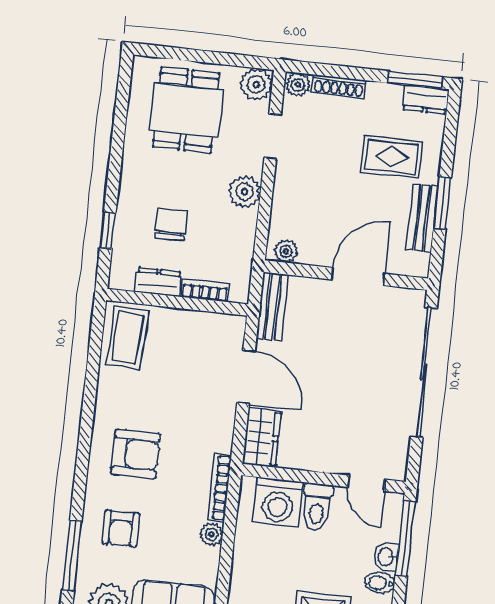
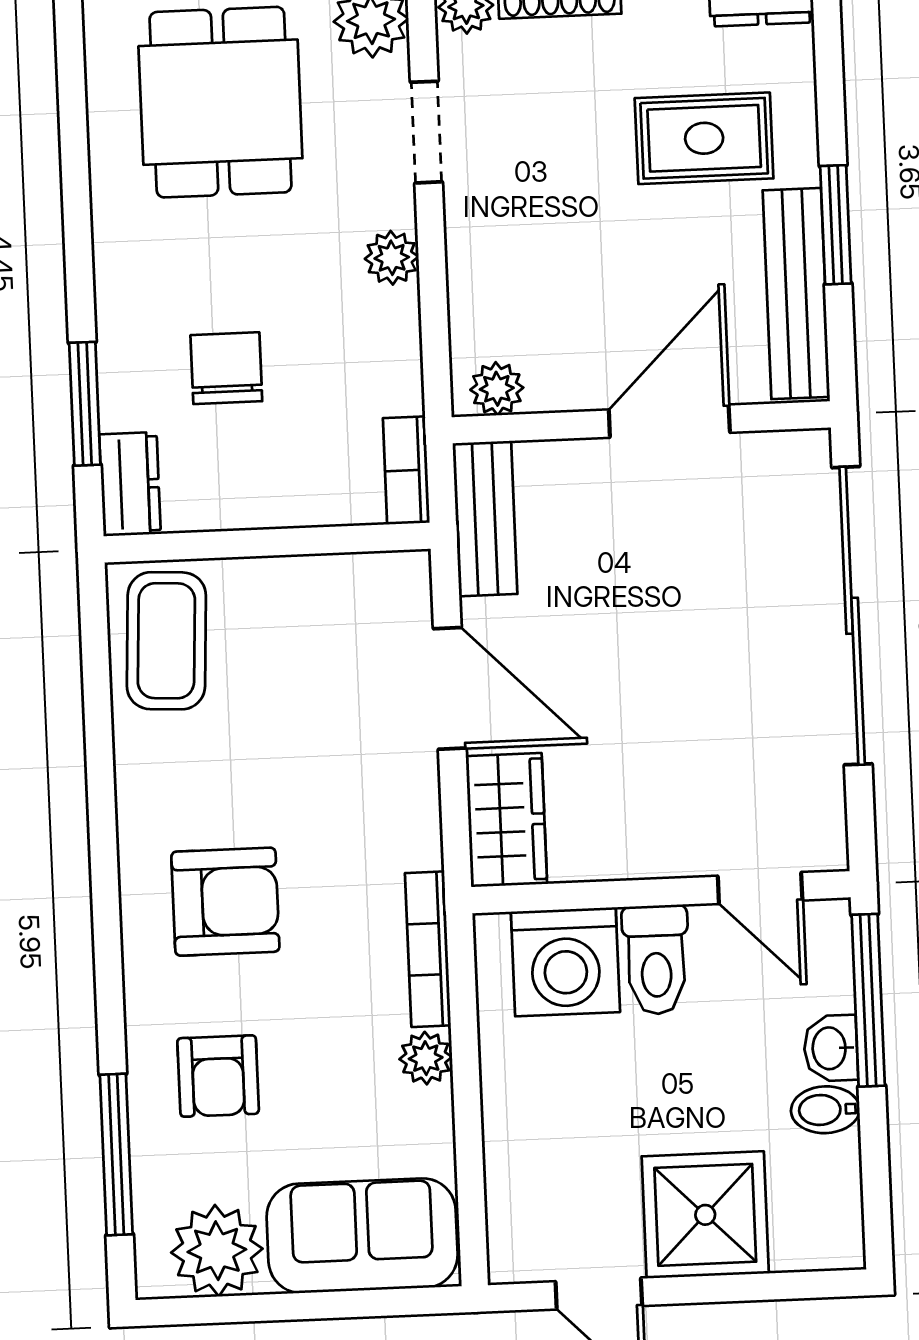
plant: (245, 192) -> (392, 258), width x0.73, depth x0.73
bench: (422, 218) -> (796, 294), width x1.36
window: (108, 231) -> (85, 404), width x1.50
dresser: (158, 282) -> (130, 484), moved, turned 90
bookcase: (205, 290) -> (406, 470), moved, turned -90

